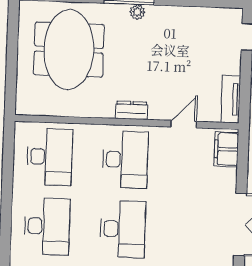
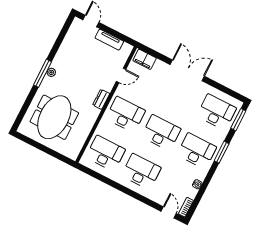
meeting table: (69, 50) -> (54, 117), turned 90
tv unit: (231, 99) -> (109, 40), moved
door: (184, 124) -> (121, 75), swing flipped

